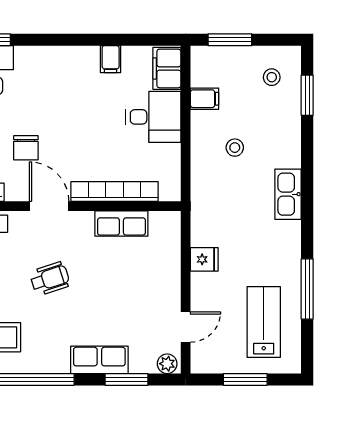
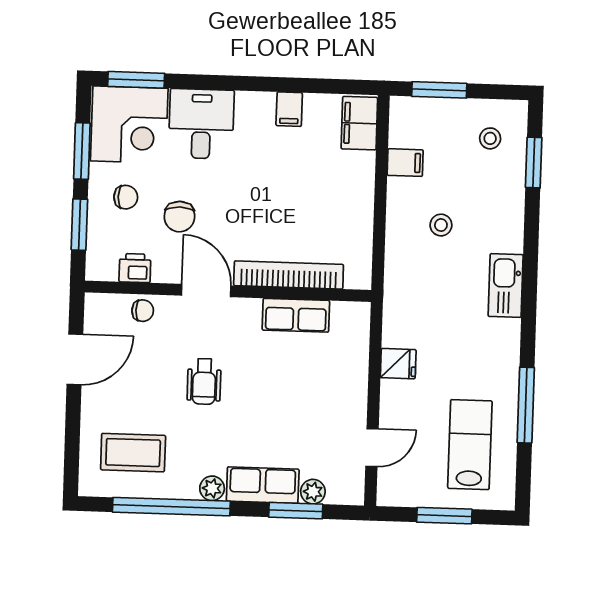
desk: (153, 117) -> (201, 124), moved, turned -90
wheelchair: (50, 279) -> (204, 381), turned 108
plant: (59, 364) -> (212, 488), added
plant: (167, 364) -> (313, 492), moved

